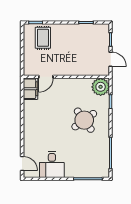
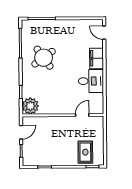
door: (111, 59) -> (21, 132), swing flipped
filing cabinet: (30, 89) -> (97, 58), moved
round table: (84, 120) -> (44, 58), moved
desk: (52, 165) -> (91, 81), moved, turned 90

